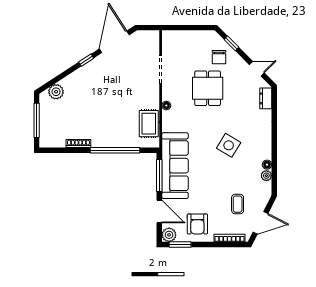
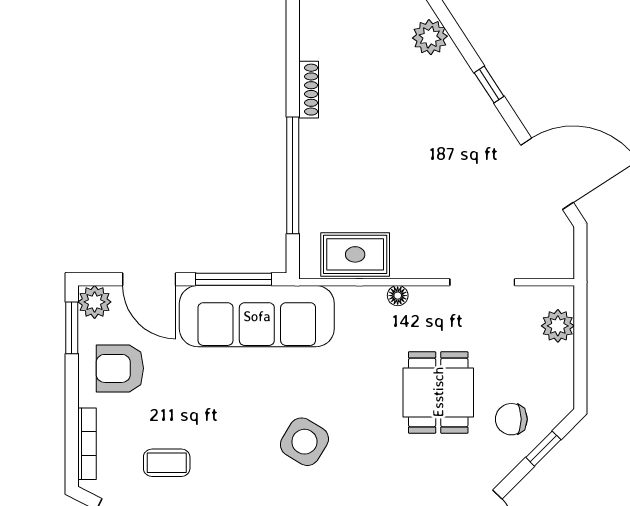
plant: (179, 37) -> (558, 326), added
window: (86, 60) -> (489, 85), moved
dining table: (208, 88) -> (438, 392), turned 90
door: (159, 212) -> (149, 279), hinge flipped

